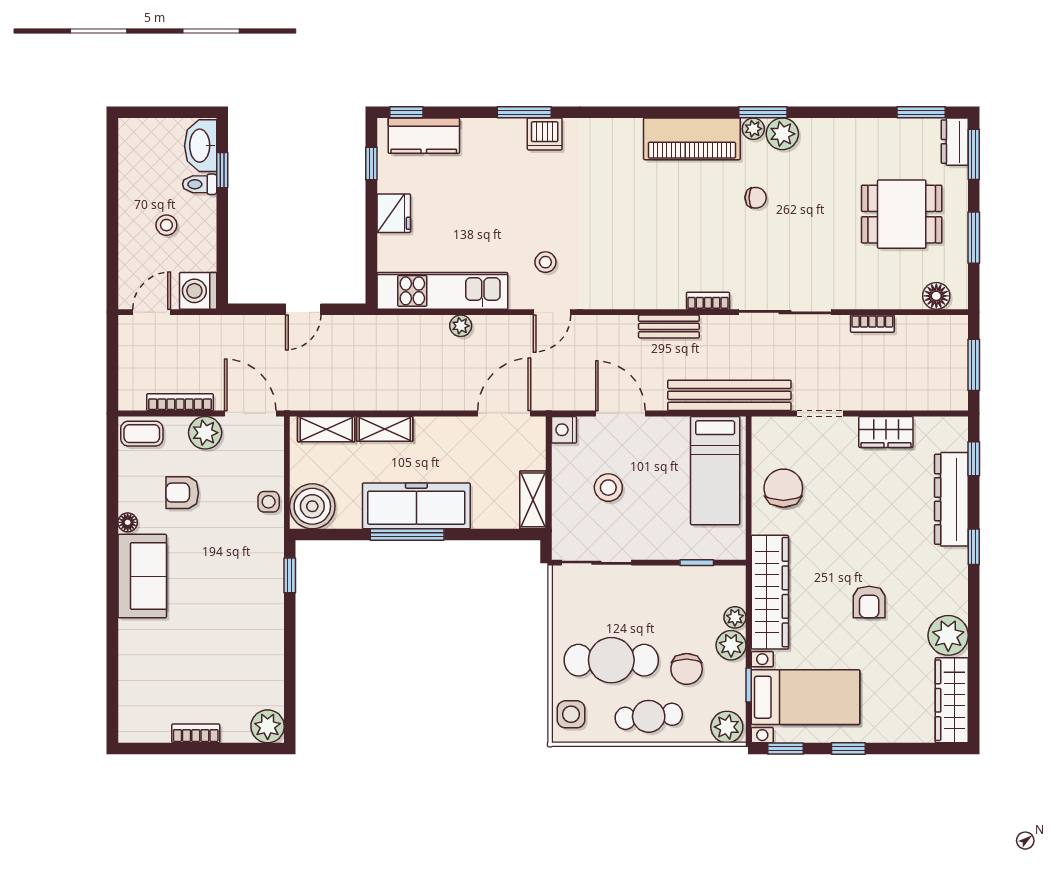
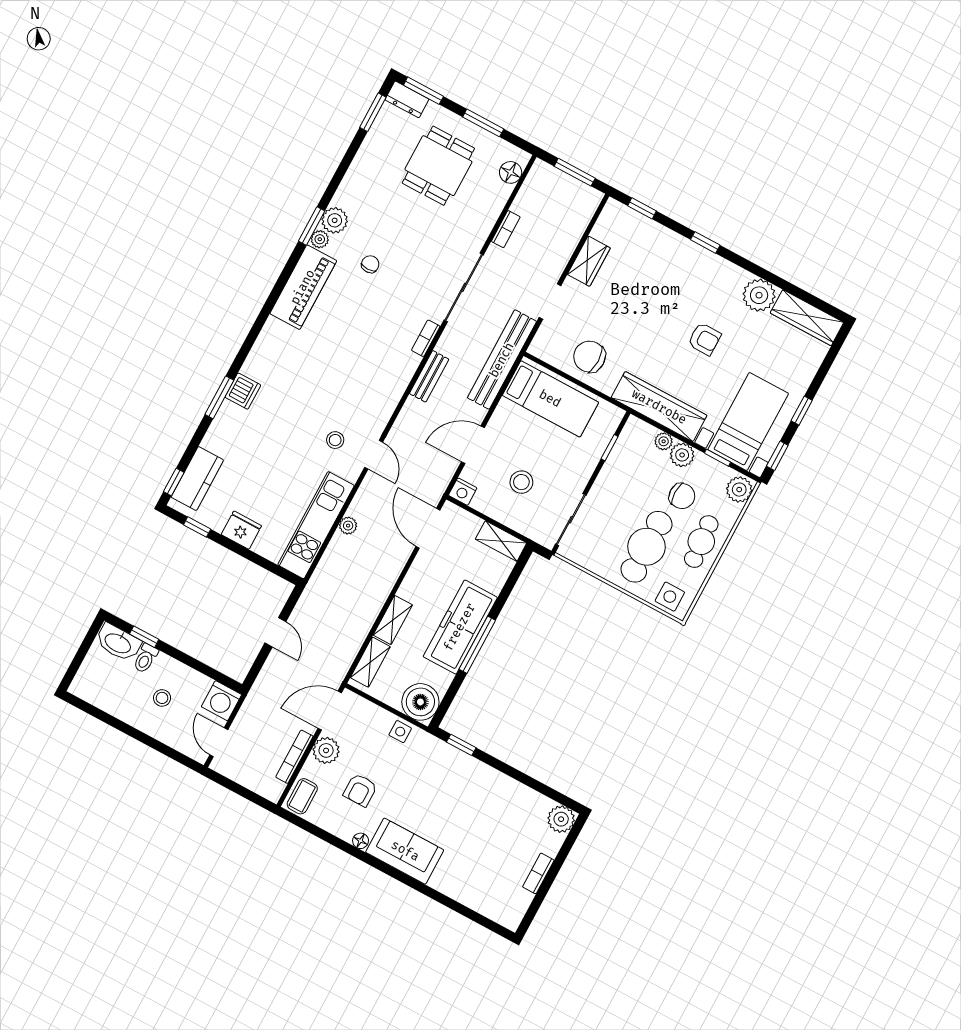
dresser: (951, 499) -> (662, 240), removed

